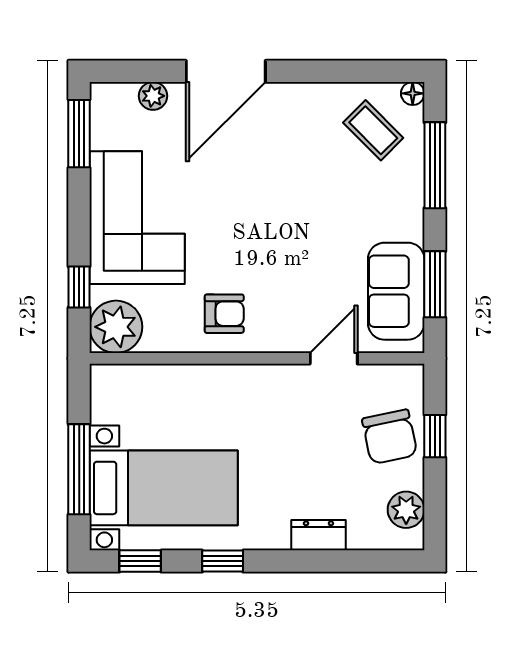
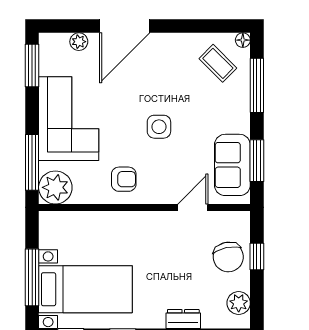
side table: (280, 231) -> (159, 127), added
window: (79, 287) -> (32, 162), width x2.17

